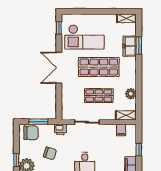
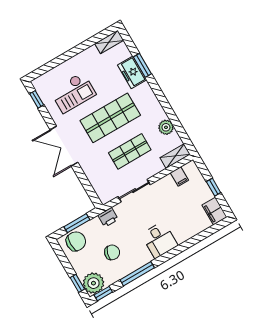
checkout: (85, 37) -> (73, 93), width x0.73, depth x0.83

